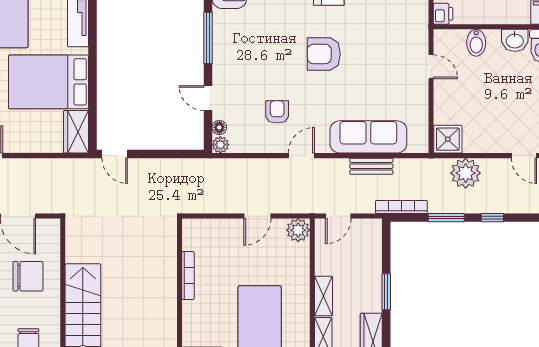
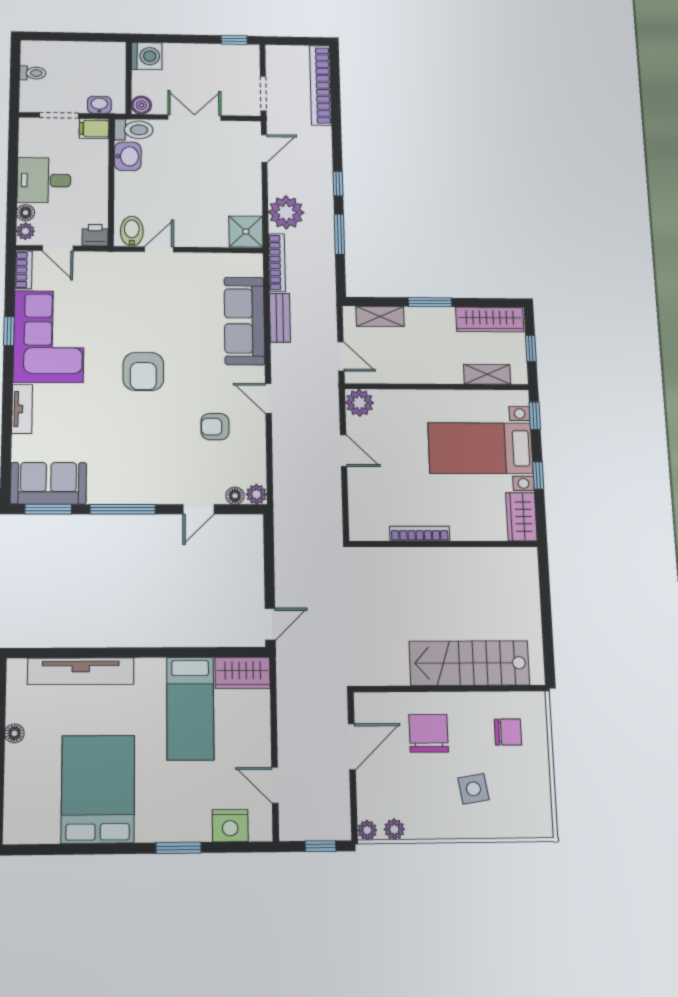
bidet: (476, 43) -> (132, 231), moved, turned -90
bed: (49, 82) -> (190, 708), width x0.67
bookcase: (401, 207) -> (277, 263), moved, turned 180
shelving: (324, 296) -> (380, 316), moved

